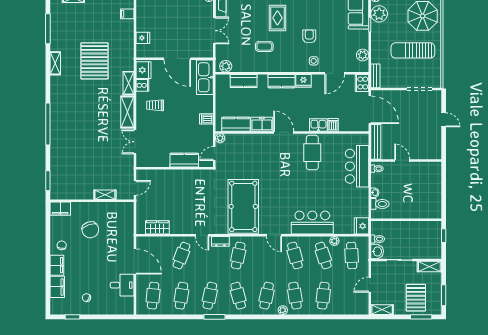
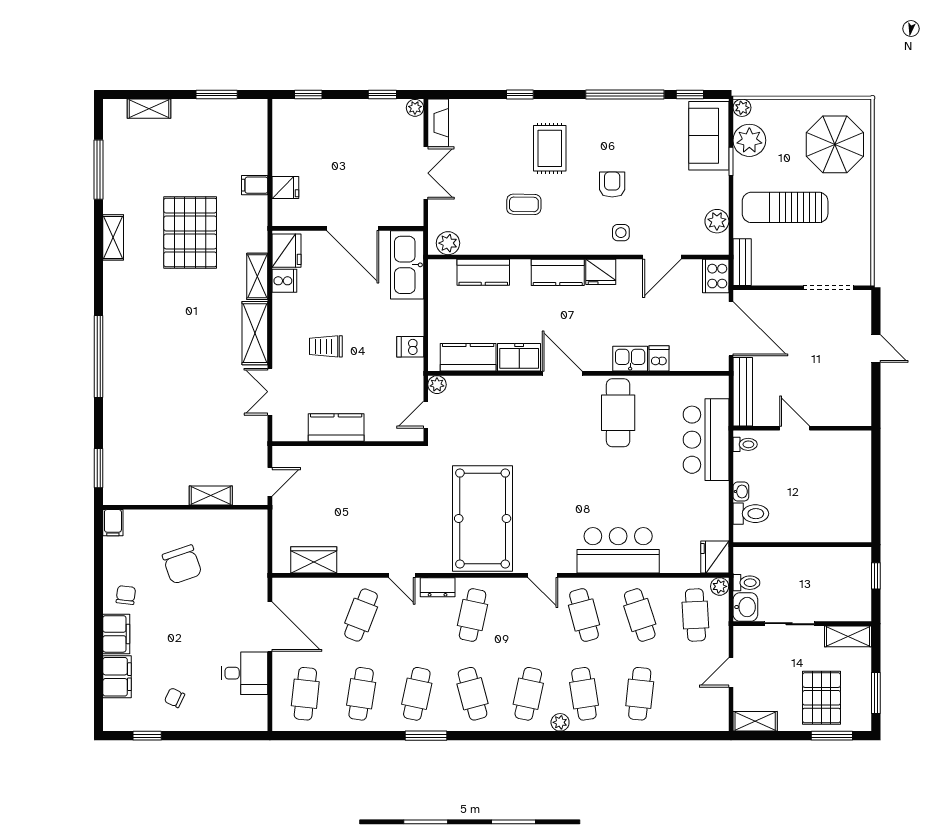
filing cabinet: (127, 14) -> (255, 185), moved
sun lounger: (413, 50) -> (785, 207), moved
trolley: (155, 105) -> (326, 346), moved
kitchen counter: (184, 160) -> (336, 428), moved
filing cabinet: (60, 209) -> (113, 523), width x0.50
plant: (334, 241) -> (720, 586), moved

